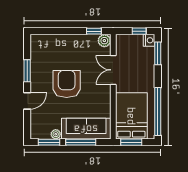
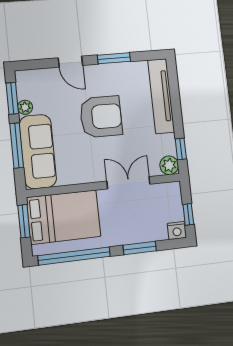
tv unit: (56, 41) -> (161, 96), added
window: (158, 53) -> (140, 248), moved

